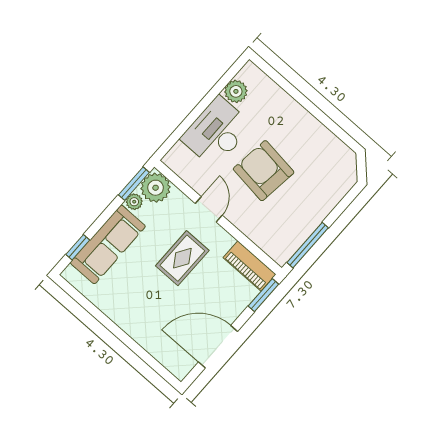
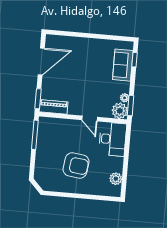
desk: (216, 132) -> (113, 139), moved
armchair: (264, 171) -> (76, 165), moved
sofa: (108, 244) -> (123, 65), width x0.73
rug: (182, 258) -> (85, 89), removed

